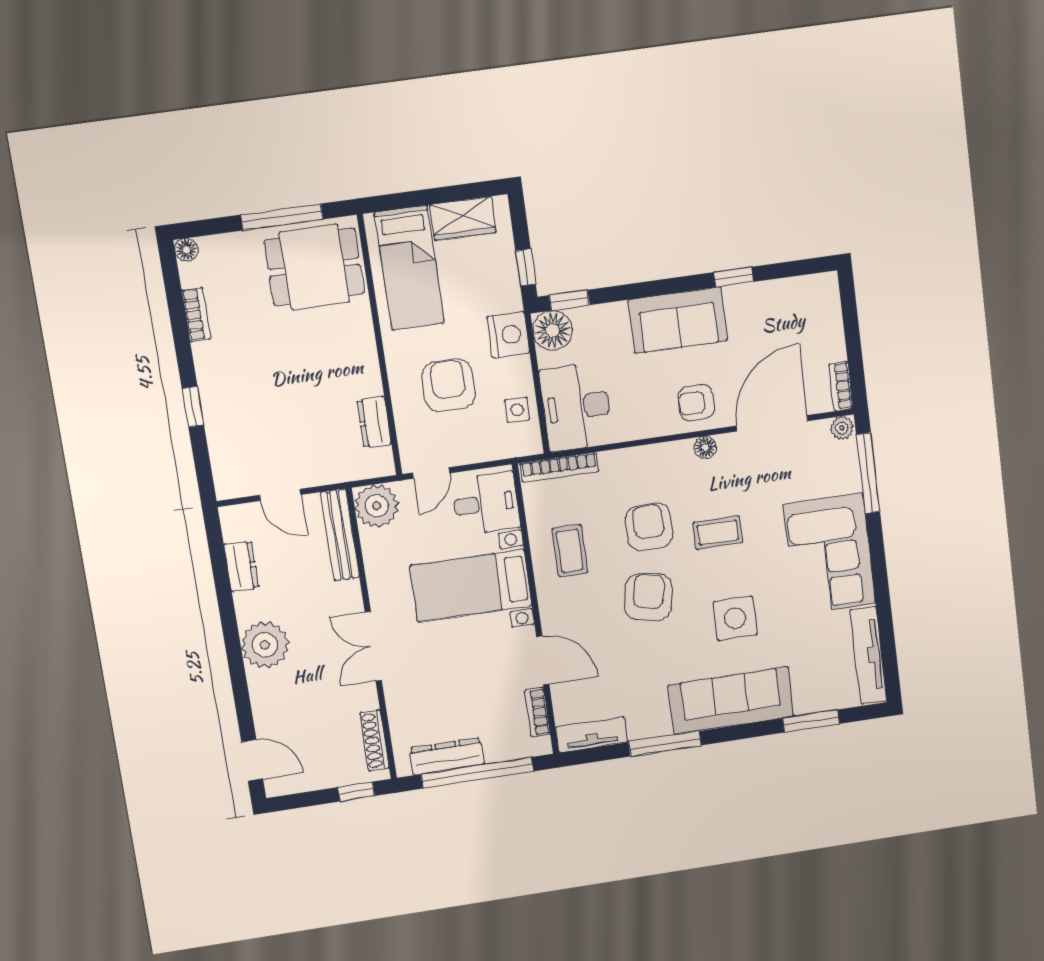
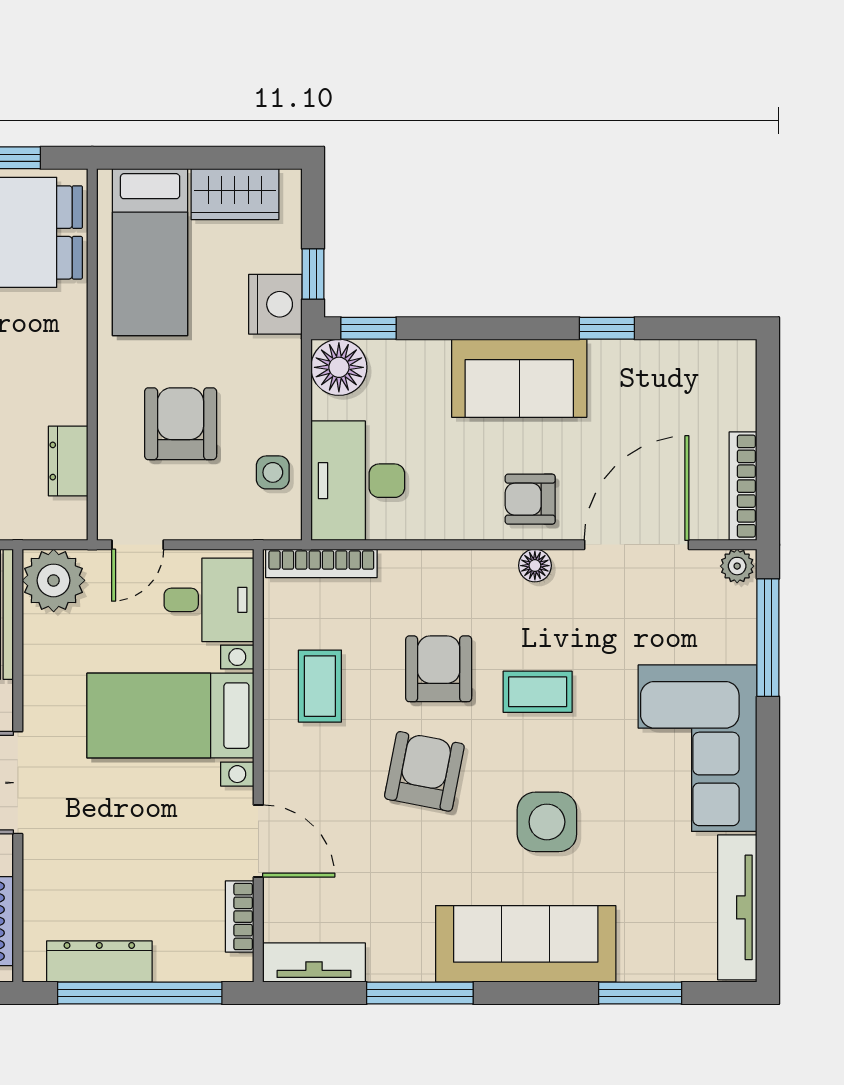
nightstand: (508, 335) -> (275, 304), moved
bookcase: (841, 386) -> (743, 486), width x1.56

